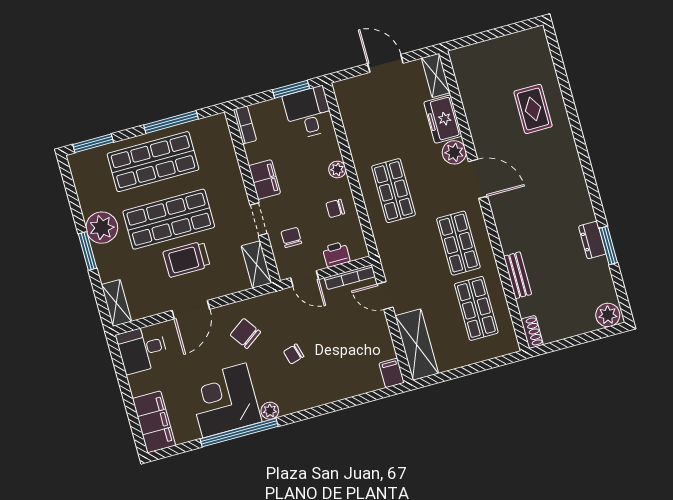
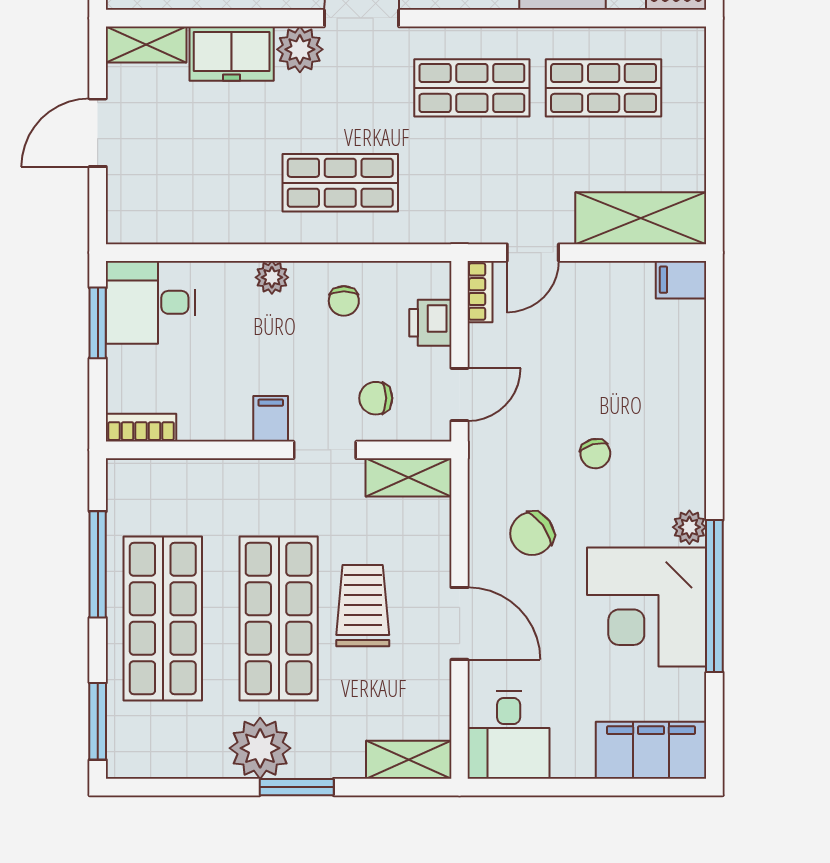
filing cabinet: (265, 180) -> (271, 419), width x0.50
trolley: (187, 259) -> (363, 606), turned 180
bookcase: (350, 277) -> (480, 292), width x0.64

